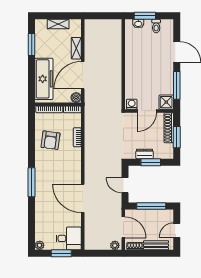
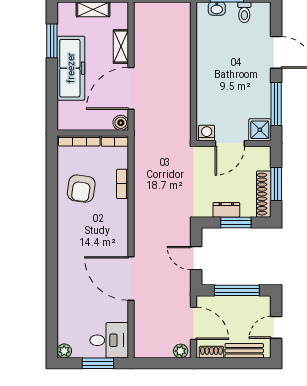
freezer: (44, 79) -> (71, 68), moved
shoe rack: (169, 128) -> (264, 194), moved
window: (32, 182) -> (52, 254), removed

